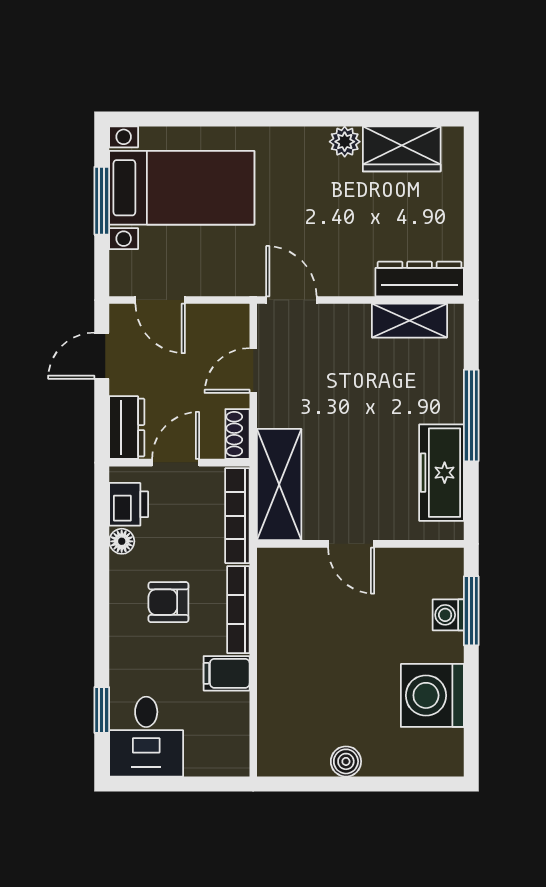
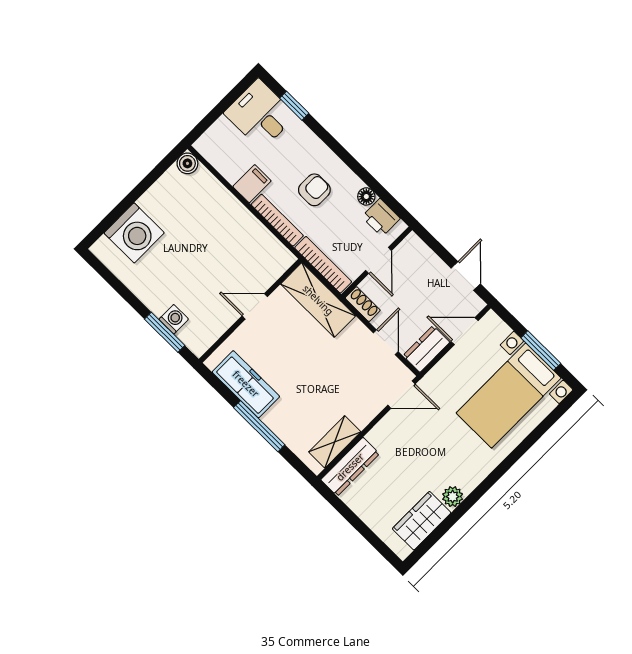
dresser: (127, 428) -> (426, 349), moved, turned 90
washing machine: (432, 695) -> (134, 233), moved, turned 90
boiler: (346, 761) -> (187, 163), moved

